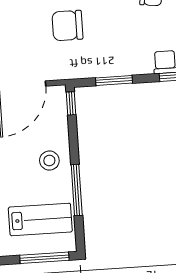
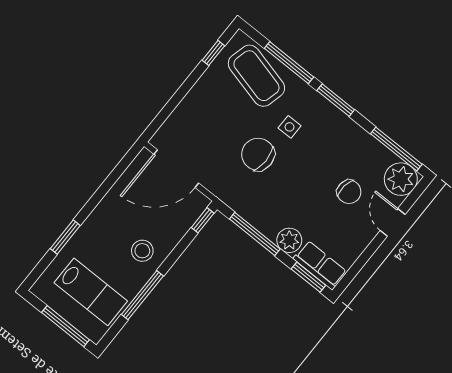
plant: (141, 64) -> (289, 240), added
window: (114, 80) -> (255, 234), width x1.44

